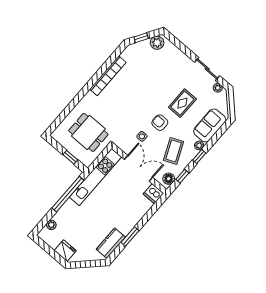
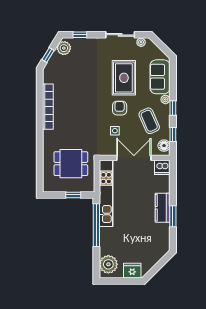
window: (177, 43) -> (80, 35), added
rug: (182, 103) -> (124, 78), width x1.36, depth x1.43
armchair: (160, 123) -> (120, 108), turned 90
plant: (51, 225) -> (108, 264), width x1.88, depth x1.88
kitchen counter: (111, 243) -> (163, 208), moved

